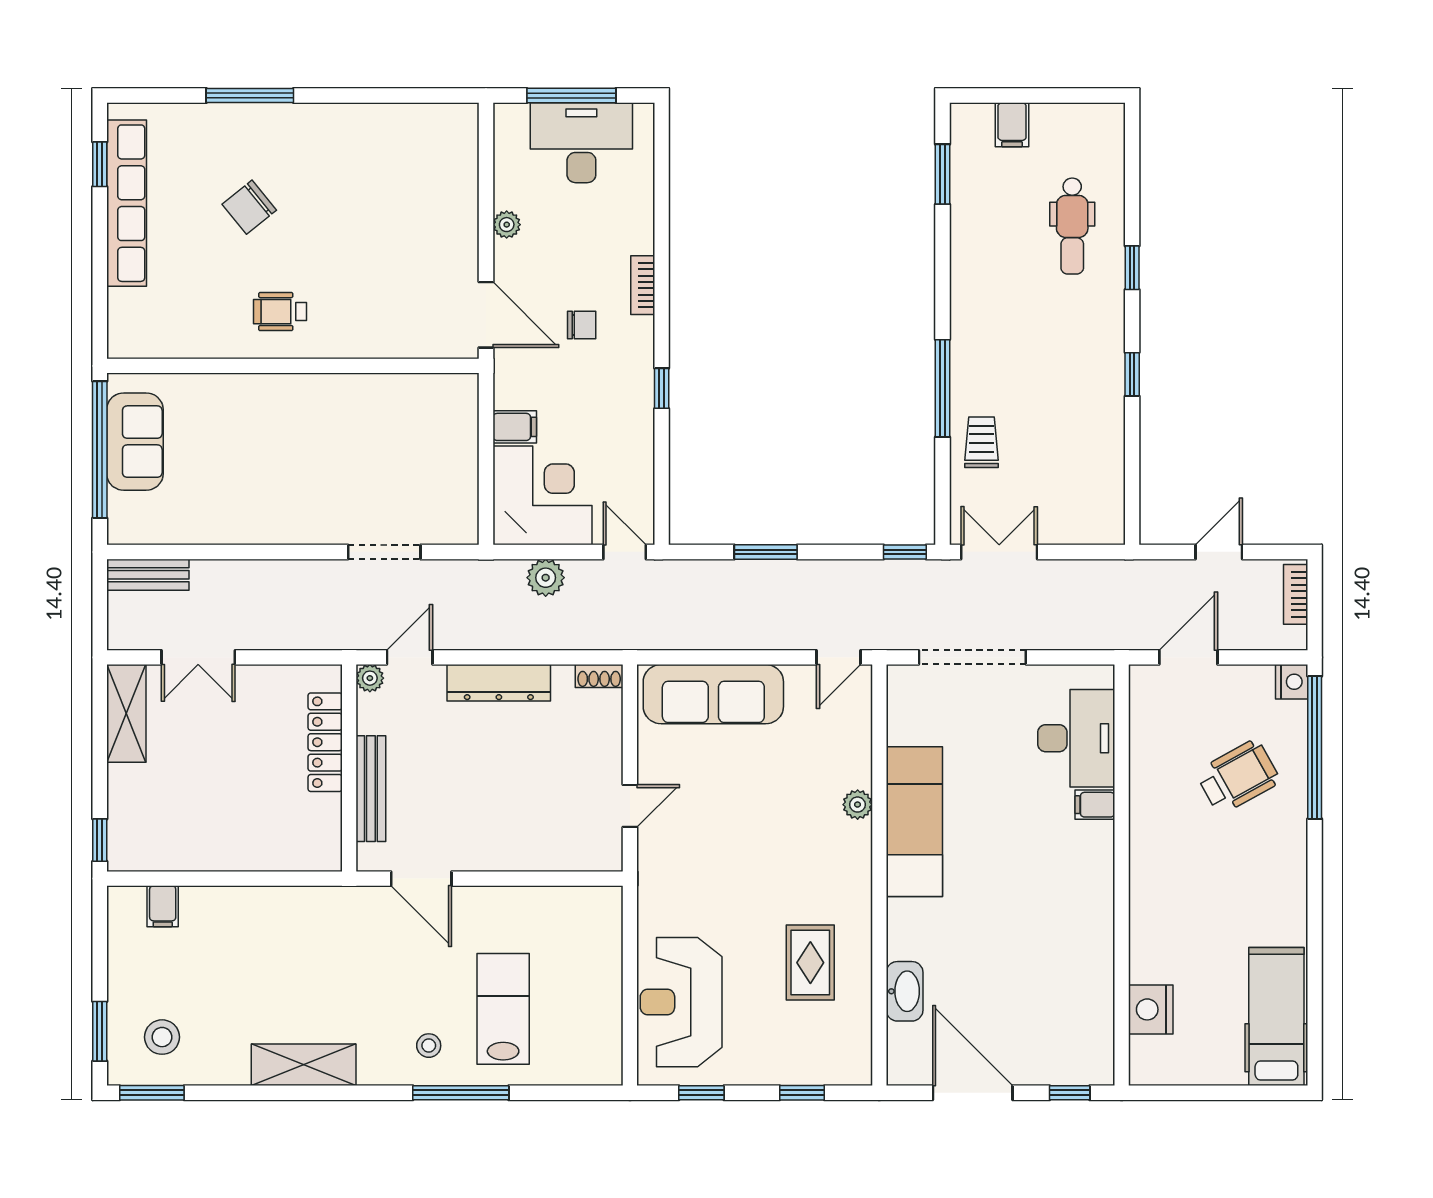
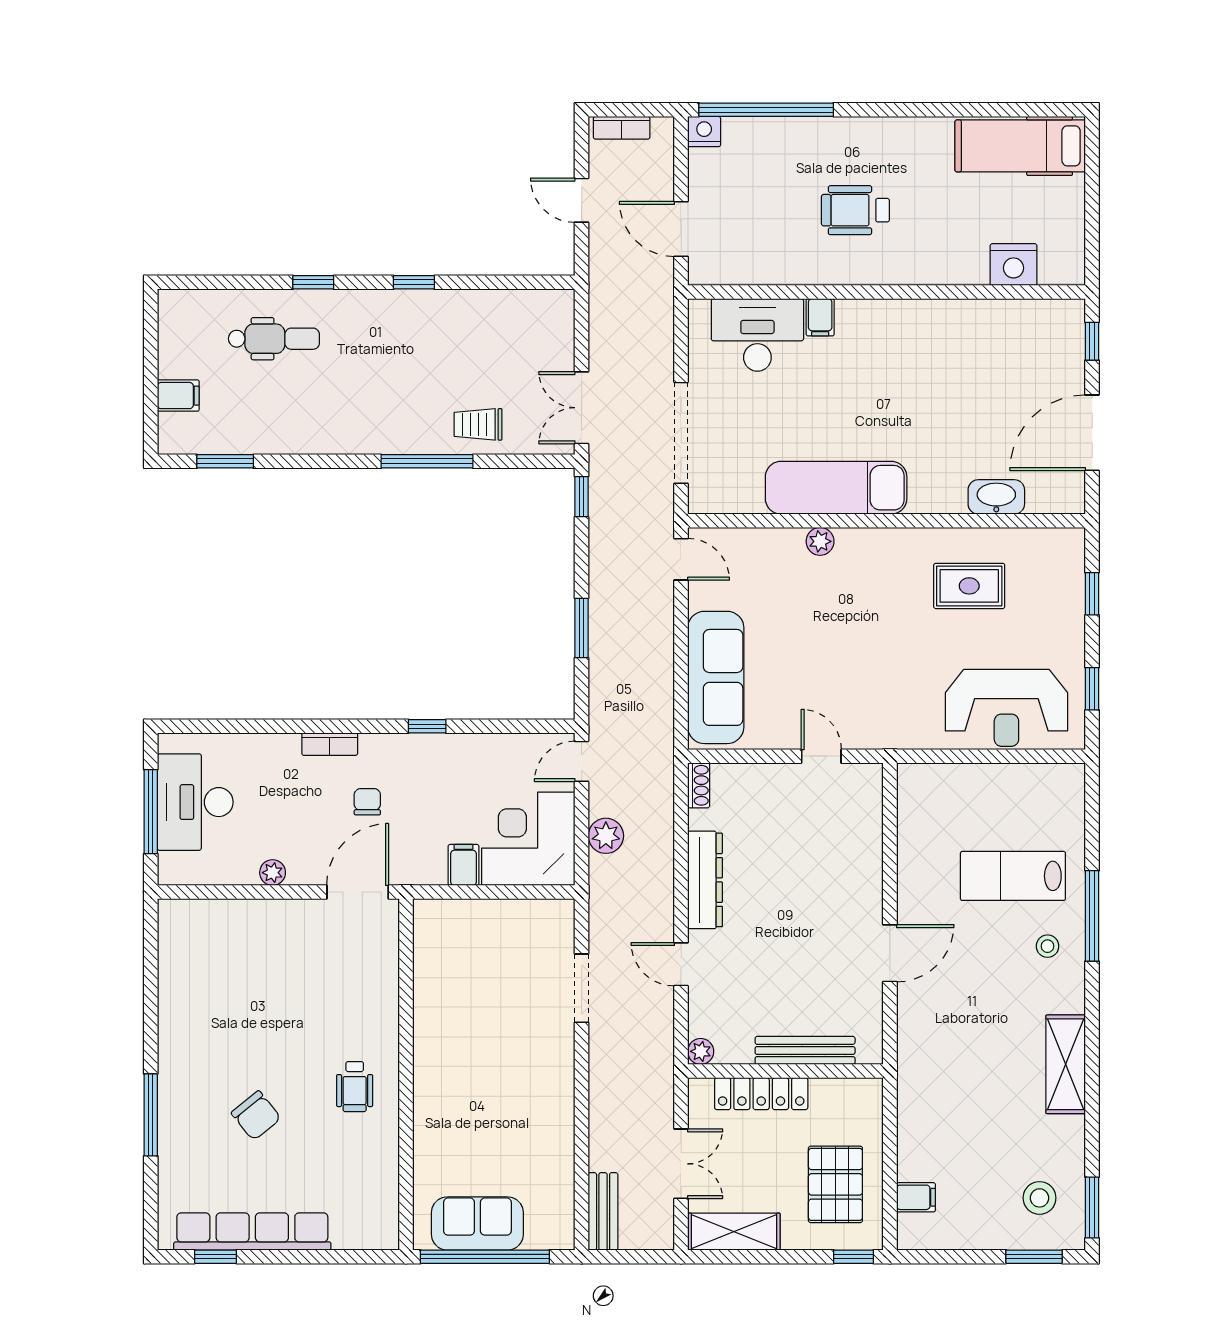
plant: (370, 678) -> (701, 1051), moved
locker: (325, 742) -> (761, 1094), moved
wall: (349, 768) -> (785, 1071), moved
wheelchair: (1238, 777) -> (855, 210), moved, turned -61
bench: (371, 789) -> (805, 1050), moved
pallet: (176, 821) -> (835, 1184), added

